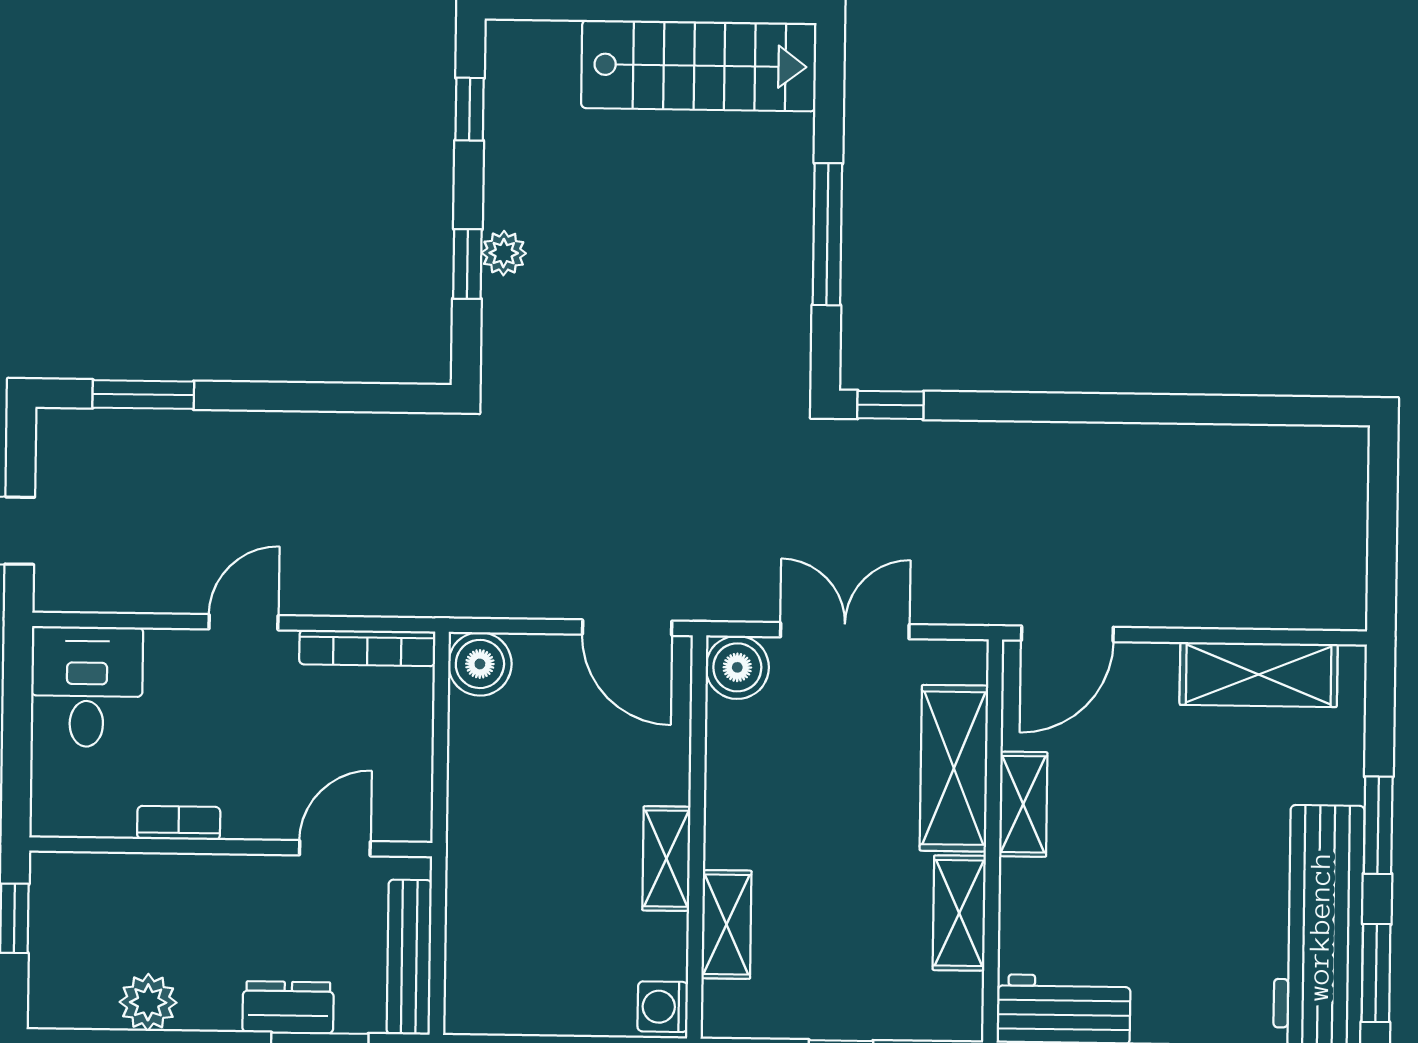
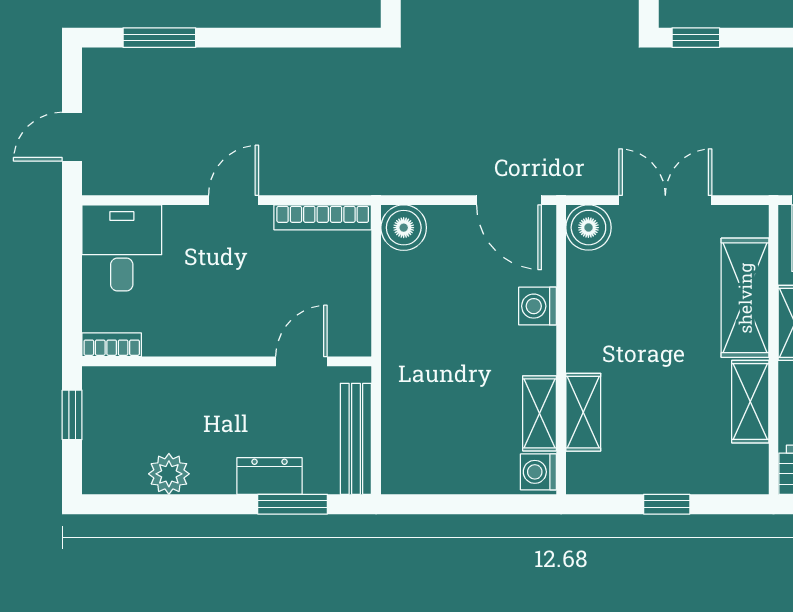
washing machine: (665, 776) -> (537, 306), added
bookcase: (179, 823) -> (112, 345), moved
shelving: (666, 859) -> (540, 413), moved

